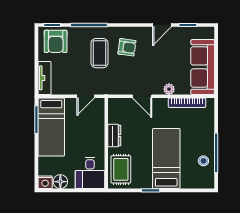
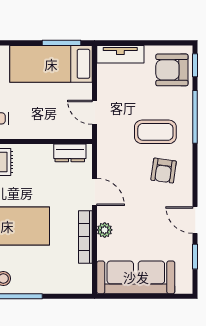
door: (142, 96) -> (94, 192), swing flipped
bookcase: (187, 103) -> (85, 237), moved
dresser: (114, 136) -> (70, 153), moved

